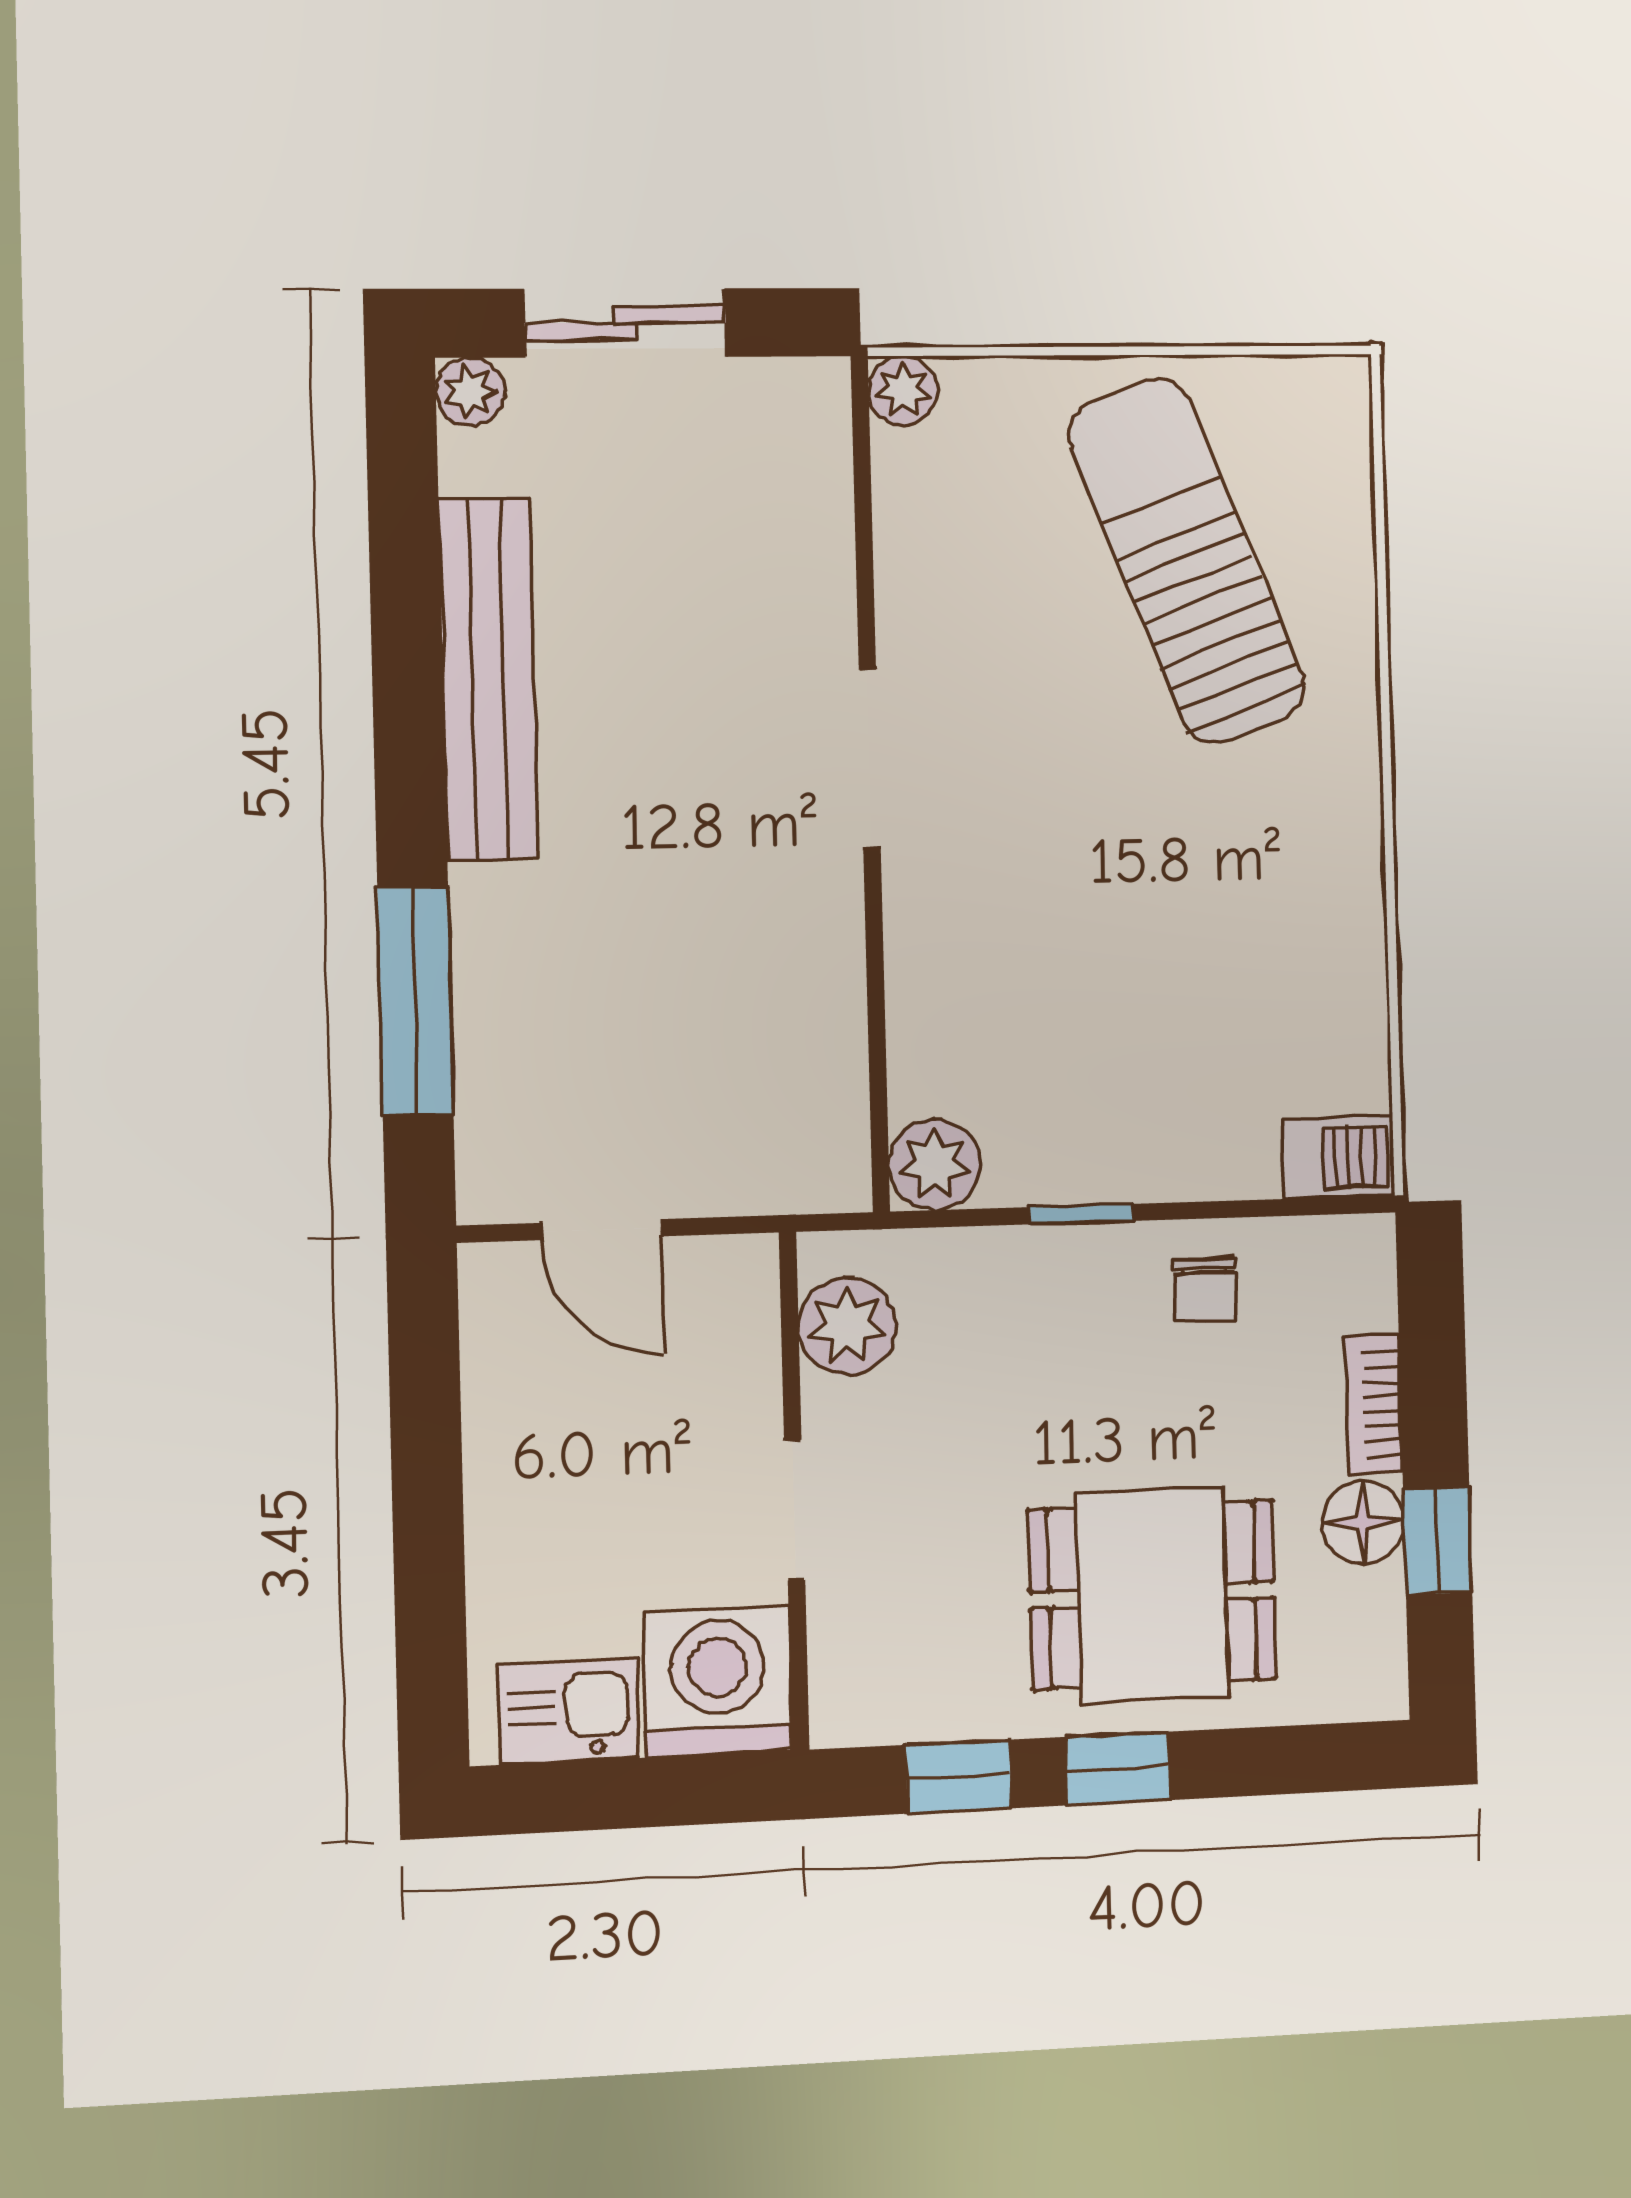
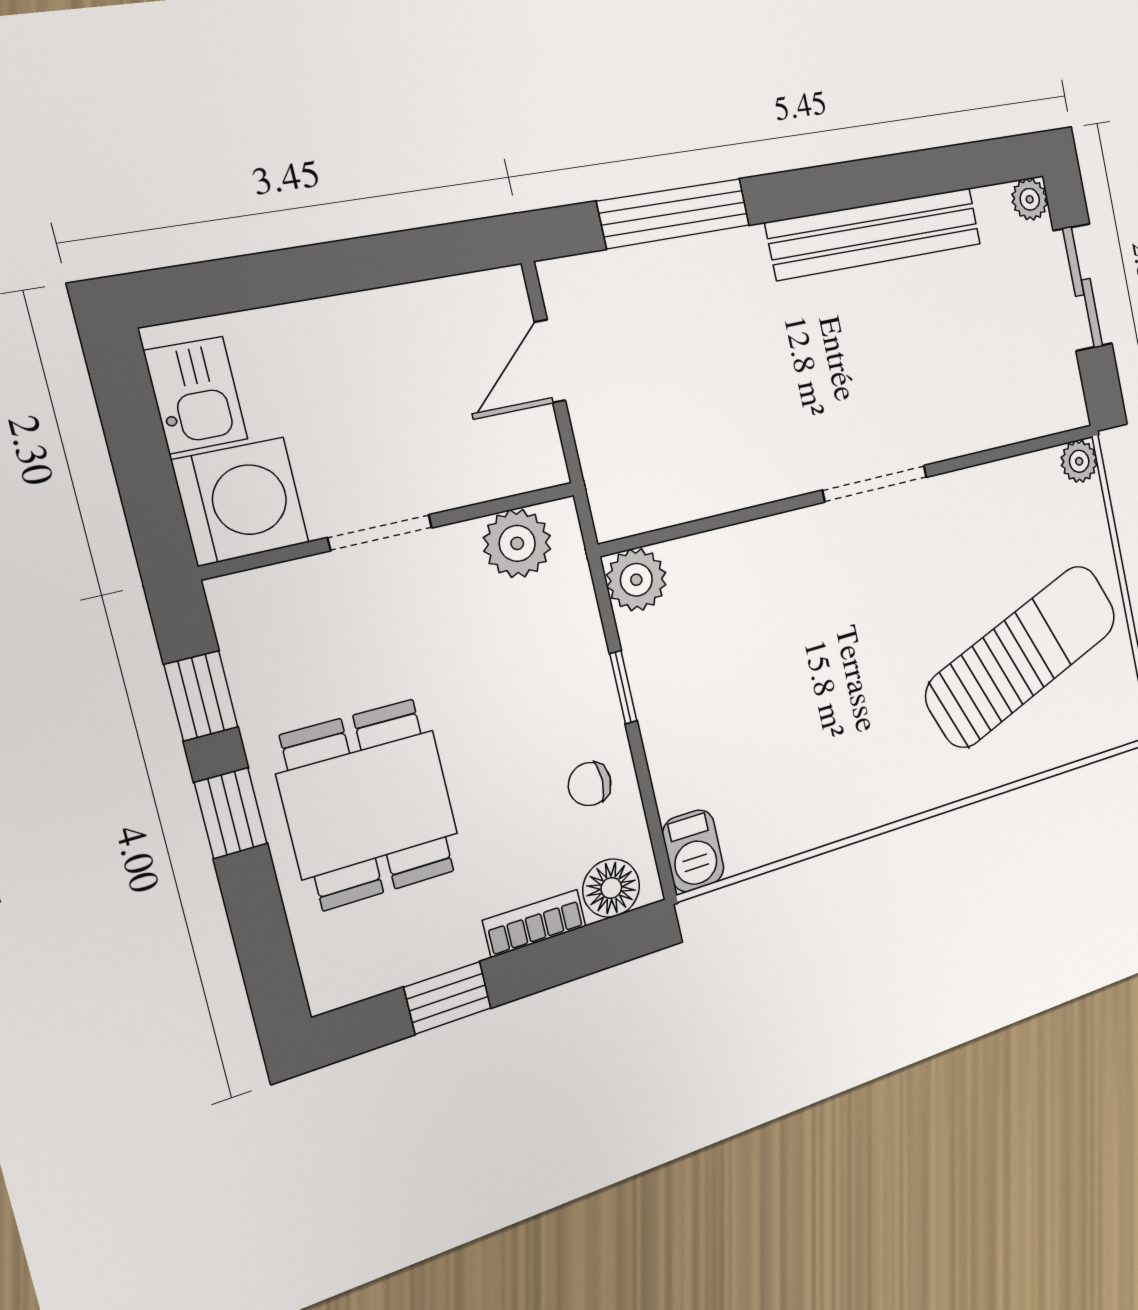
floor lamp: (1363, 1522) -> (611, 888), moved

